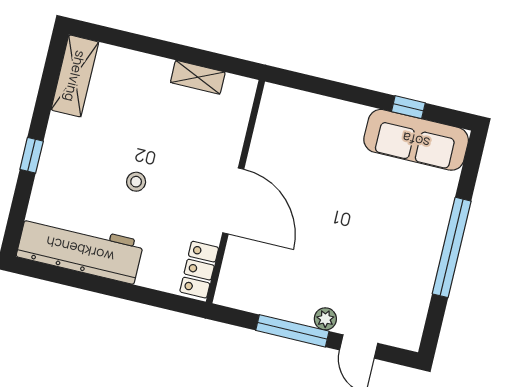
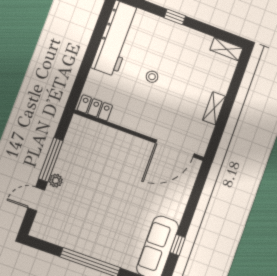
shelving: (75, 76) -> (226, 49), width x0.67, depth x0.75
shelving: (198, 77) -> (214, 108), moved
door: (233, 201) -> (175, 148), moved

